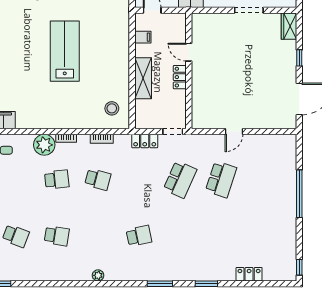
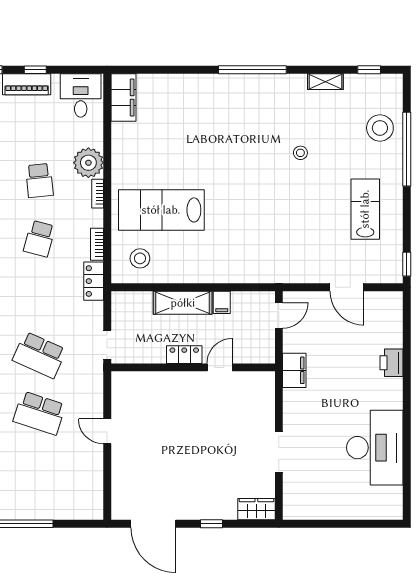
filing cabinet: (143, 37) -> (222, 302), moved
lab bench: (65, 51) -> (161, 210), moved, turned 180
locker: (145, 141) -> (94, 281), moved

